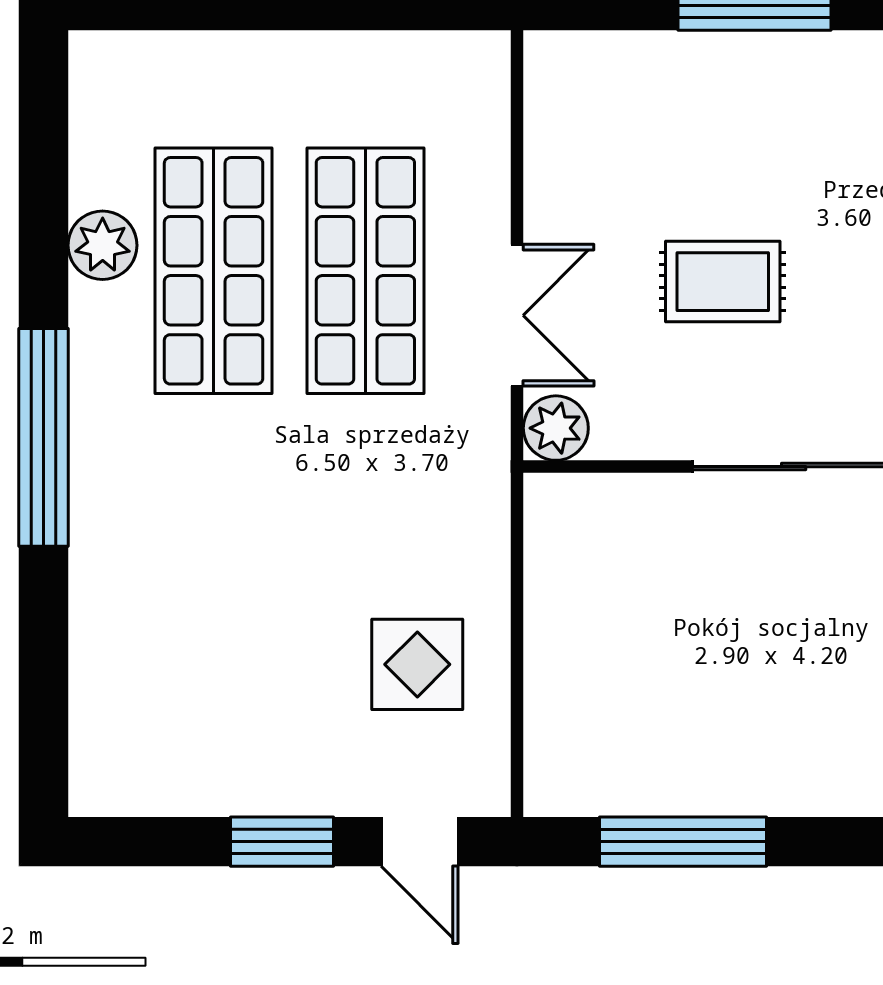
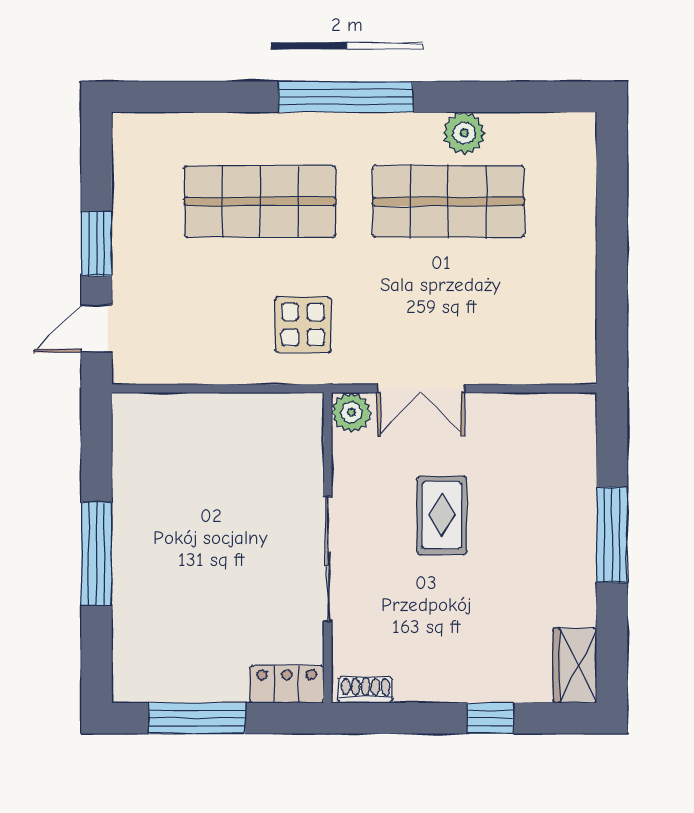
shop shelf: (365, 271) -> (260, 202), moved
display table: (417, 664) -> (303, 325), moved
window: (683, 842) -> (97, 554), moved

